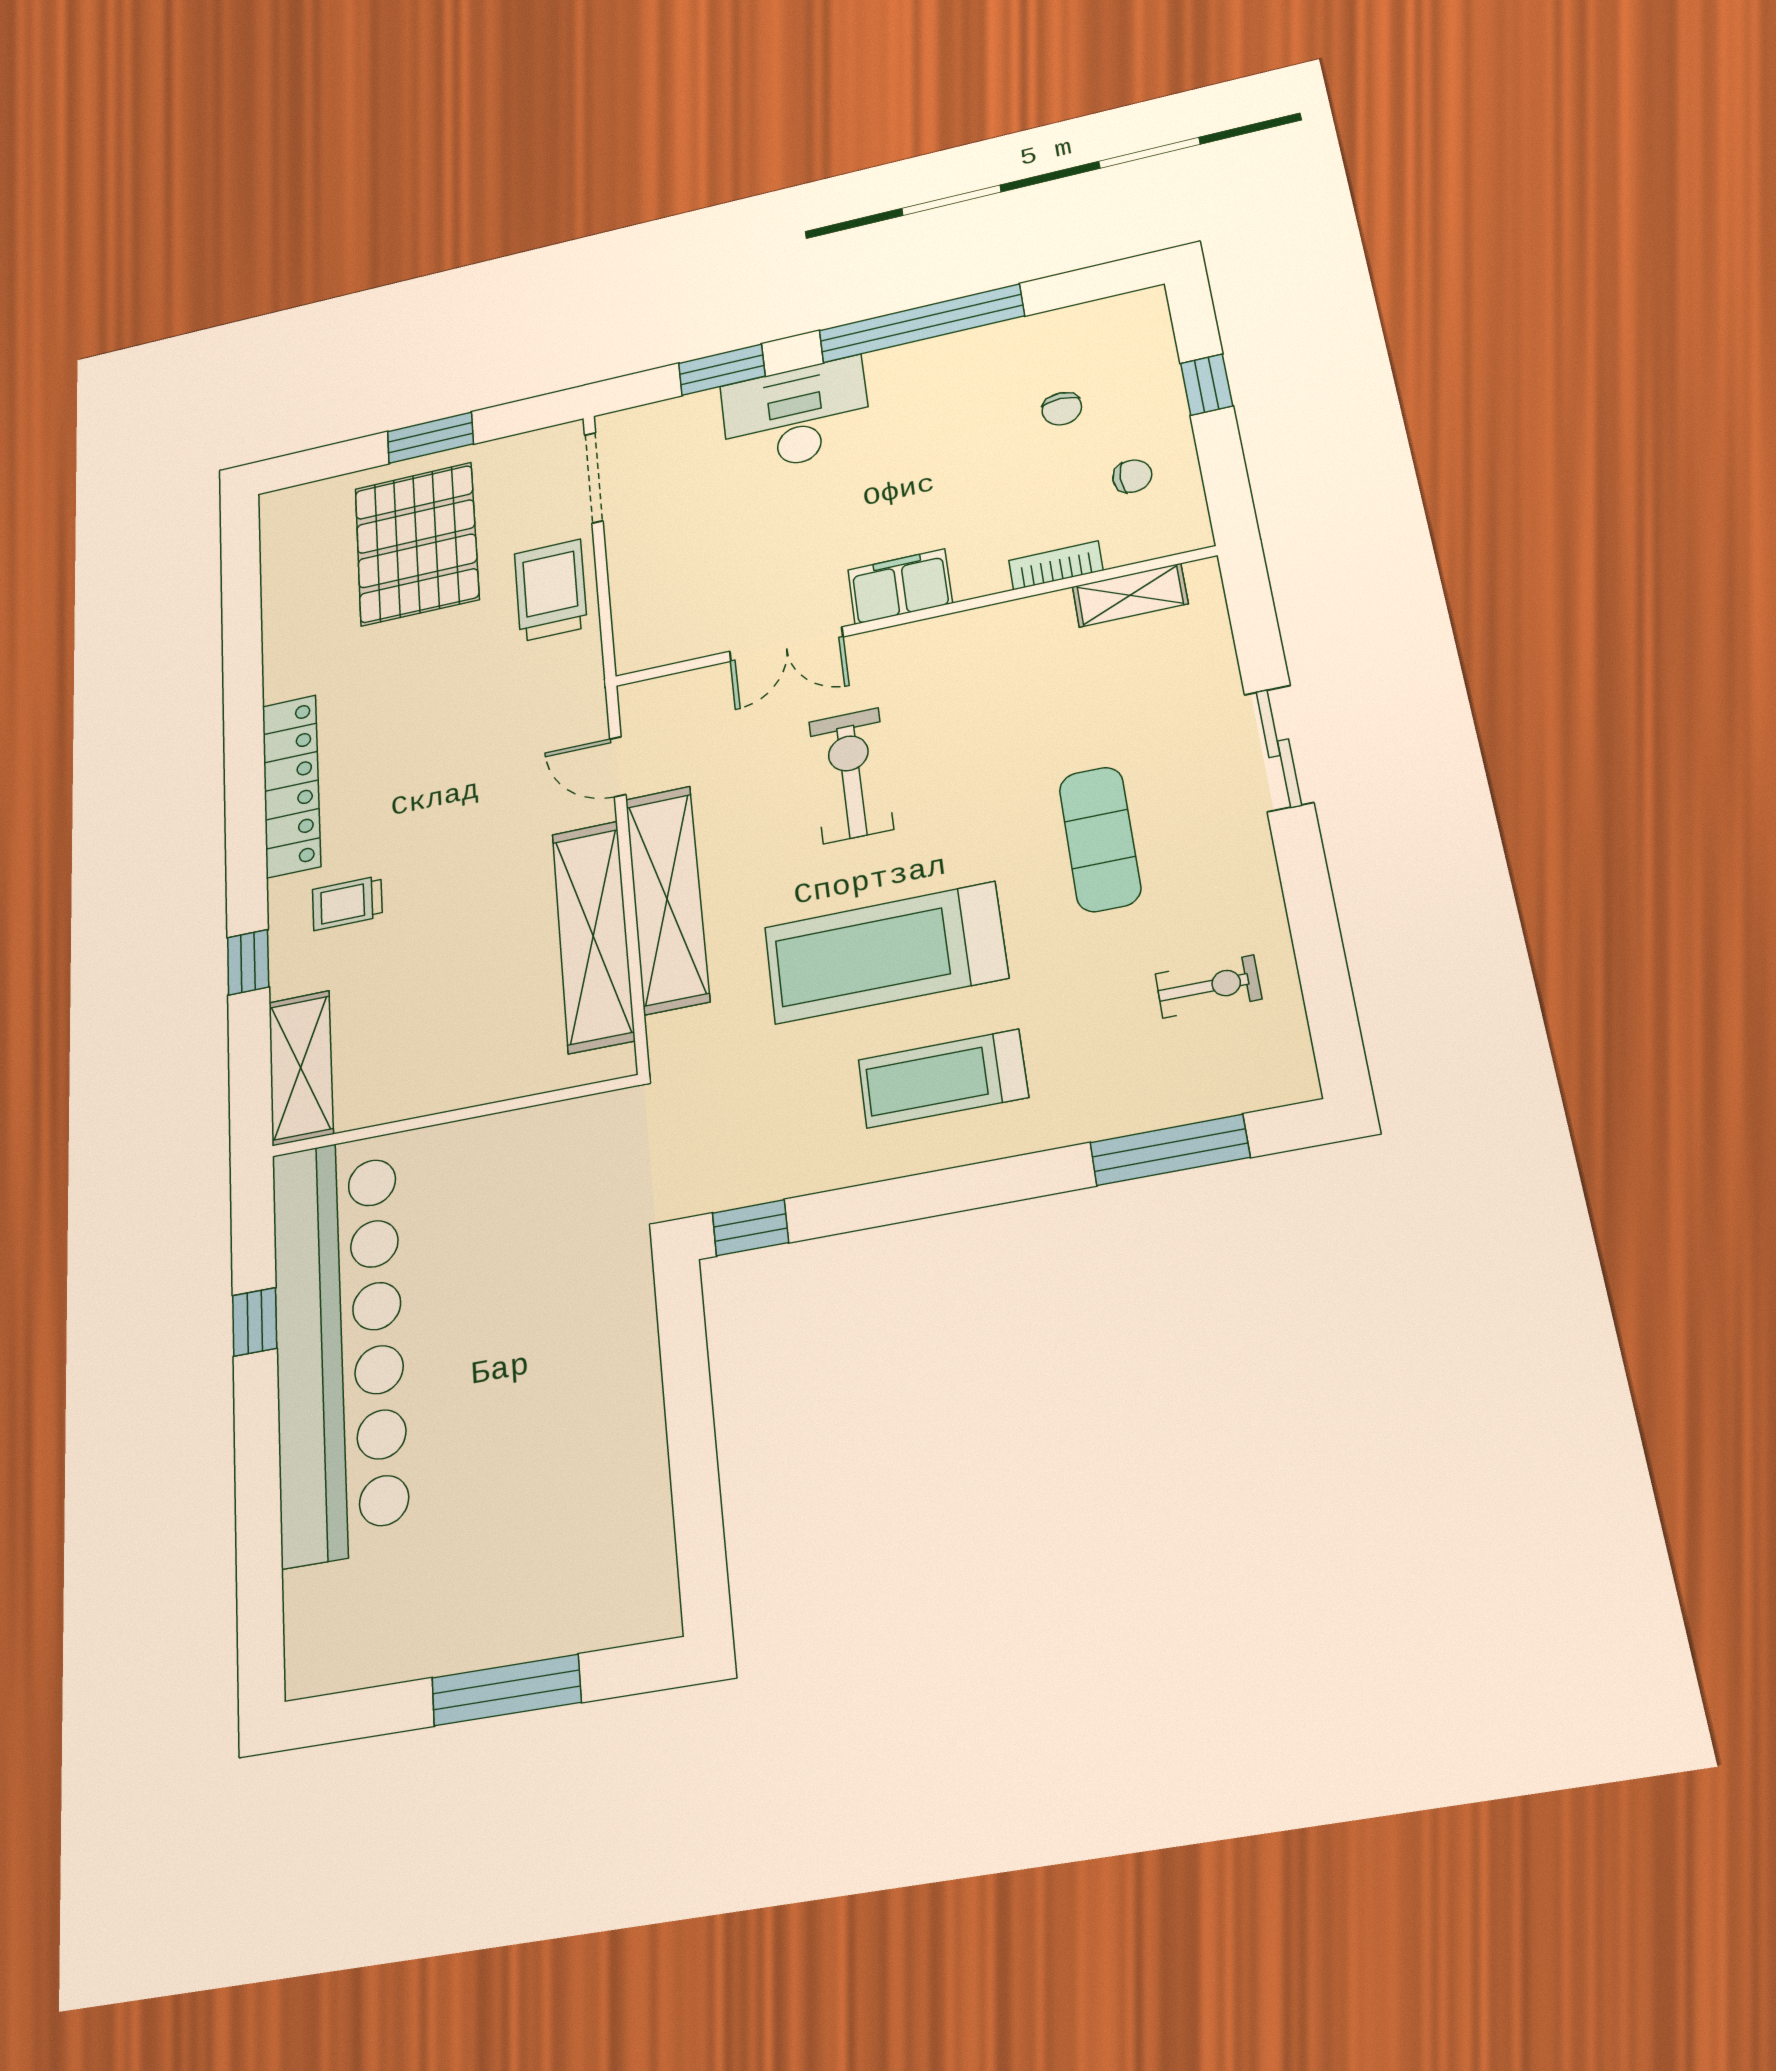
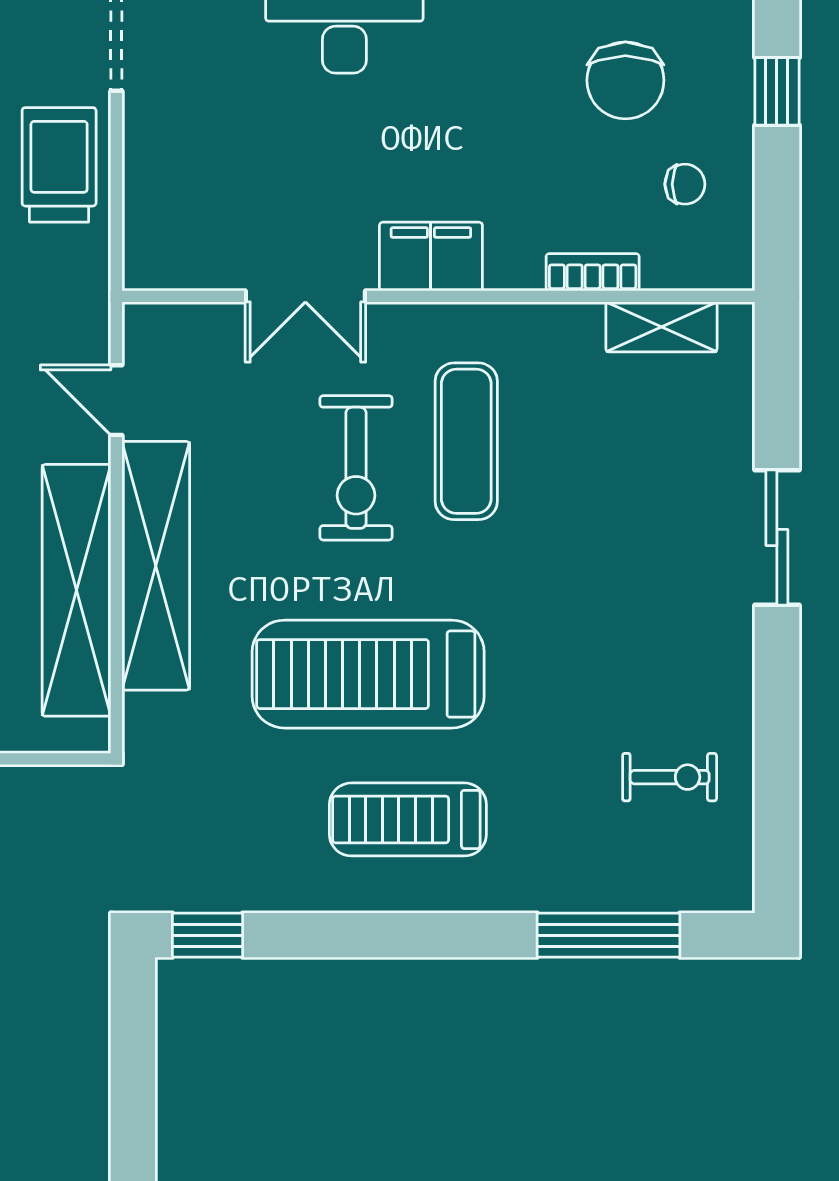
chair: (1062, 409) -> (625, 80), width x1.87, depth x1.87
exercise bike: (851, 775) -> (356, 468), turned 180
exercise mat: (1100, 839) -> (466, 441), moved

